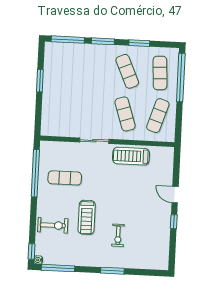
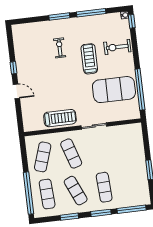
exercise mat: (94, 70) -> (104, 187), added
exercise mat: (65, 178) -> (114, 90), width x2.00, depth x1.45
window: (58, 268) -> (91, 13), moved

